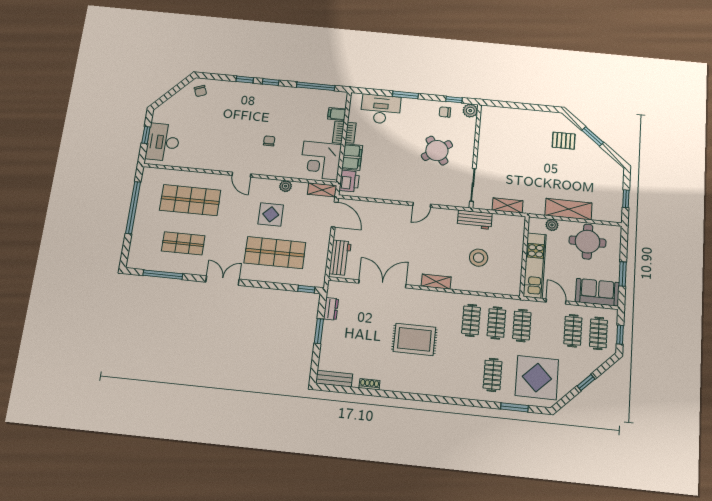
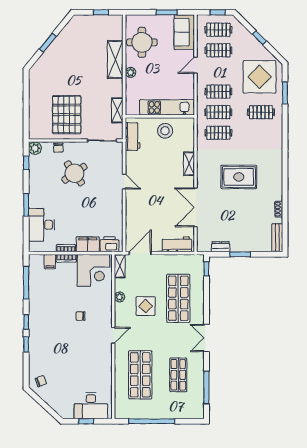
chair: (445, 112) -> (58, 148), moved
pallet: (564, 141) -> (67, 115), moved, width x2.05, depth x2.00
wall: (524, 256) -> (160, 116), moved
kitchen unit: (535, 265) -> (167, 107), moved
rug: (414, 339) -> (239, 177), turned 90

